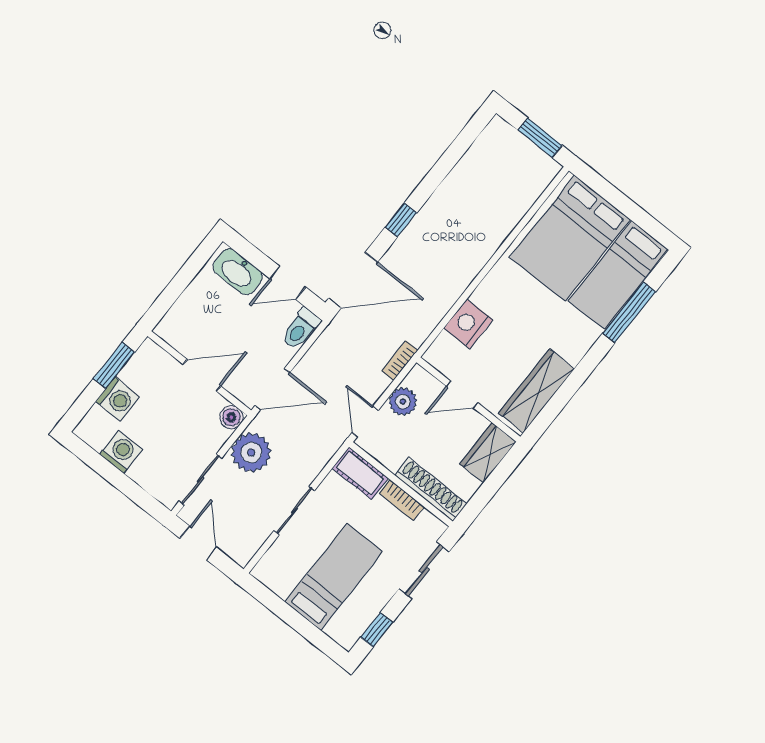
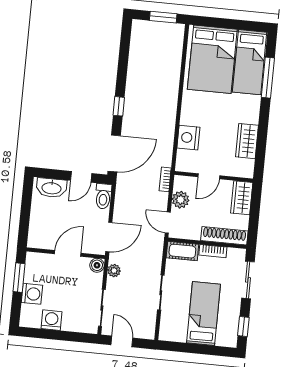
wardrobe: (537, 391) -> (247, 141), width x0.67
plant: (251, 453) -> (114, 271), width x0.53, depth x0.53

